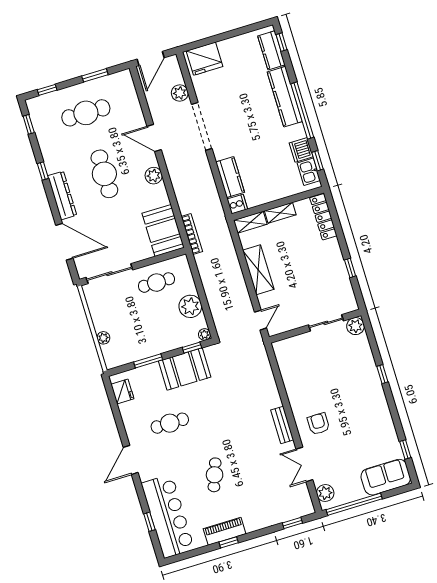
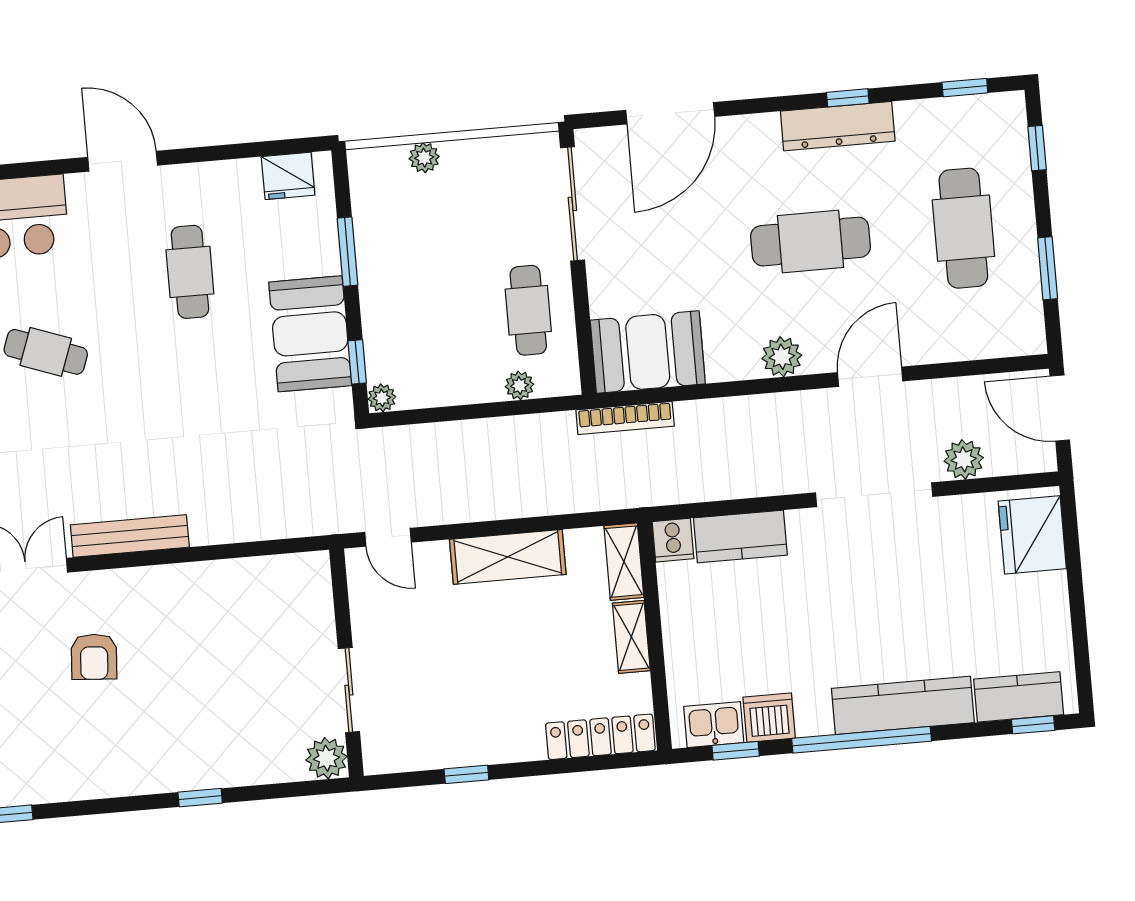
dresser: (62, 195) -> (838, 126), moved
plant: (190, 306) -> (519, 386), moved, width x0.53, depth x0.53
armchair: (318, 424) -> (94, 657), moved, turned 94
bench: (282, 425) -> (130, 536), width x1.36

